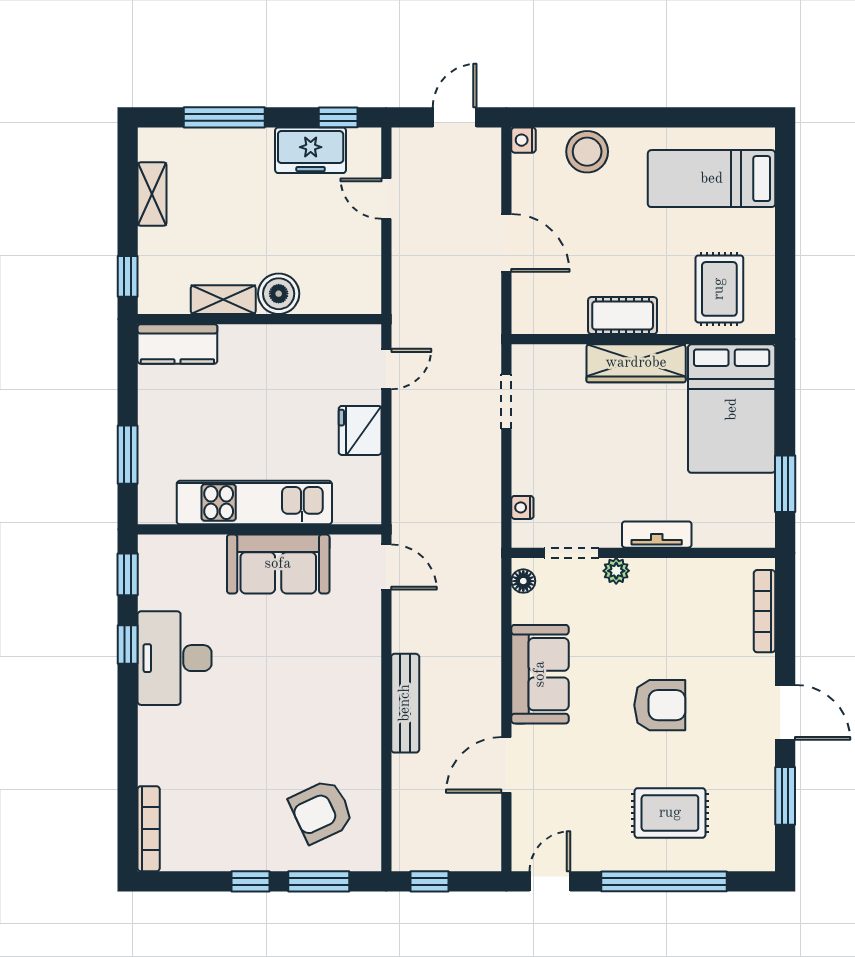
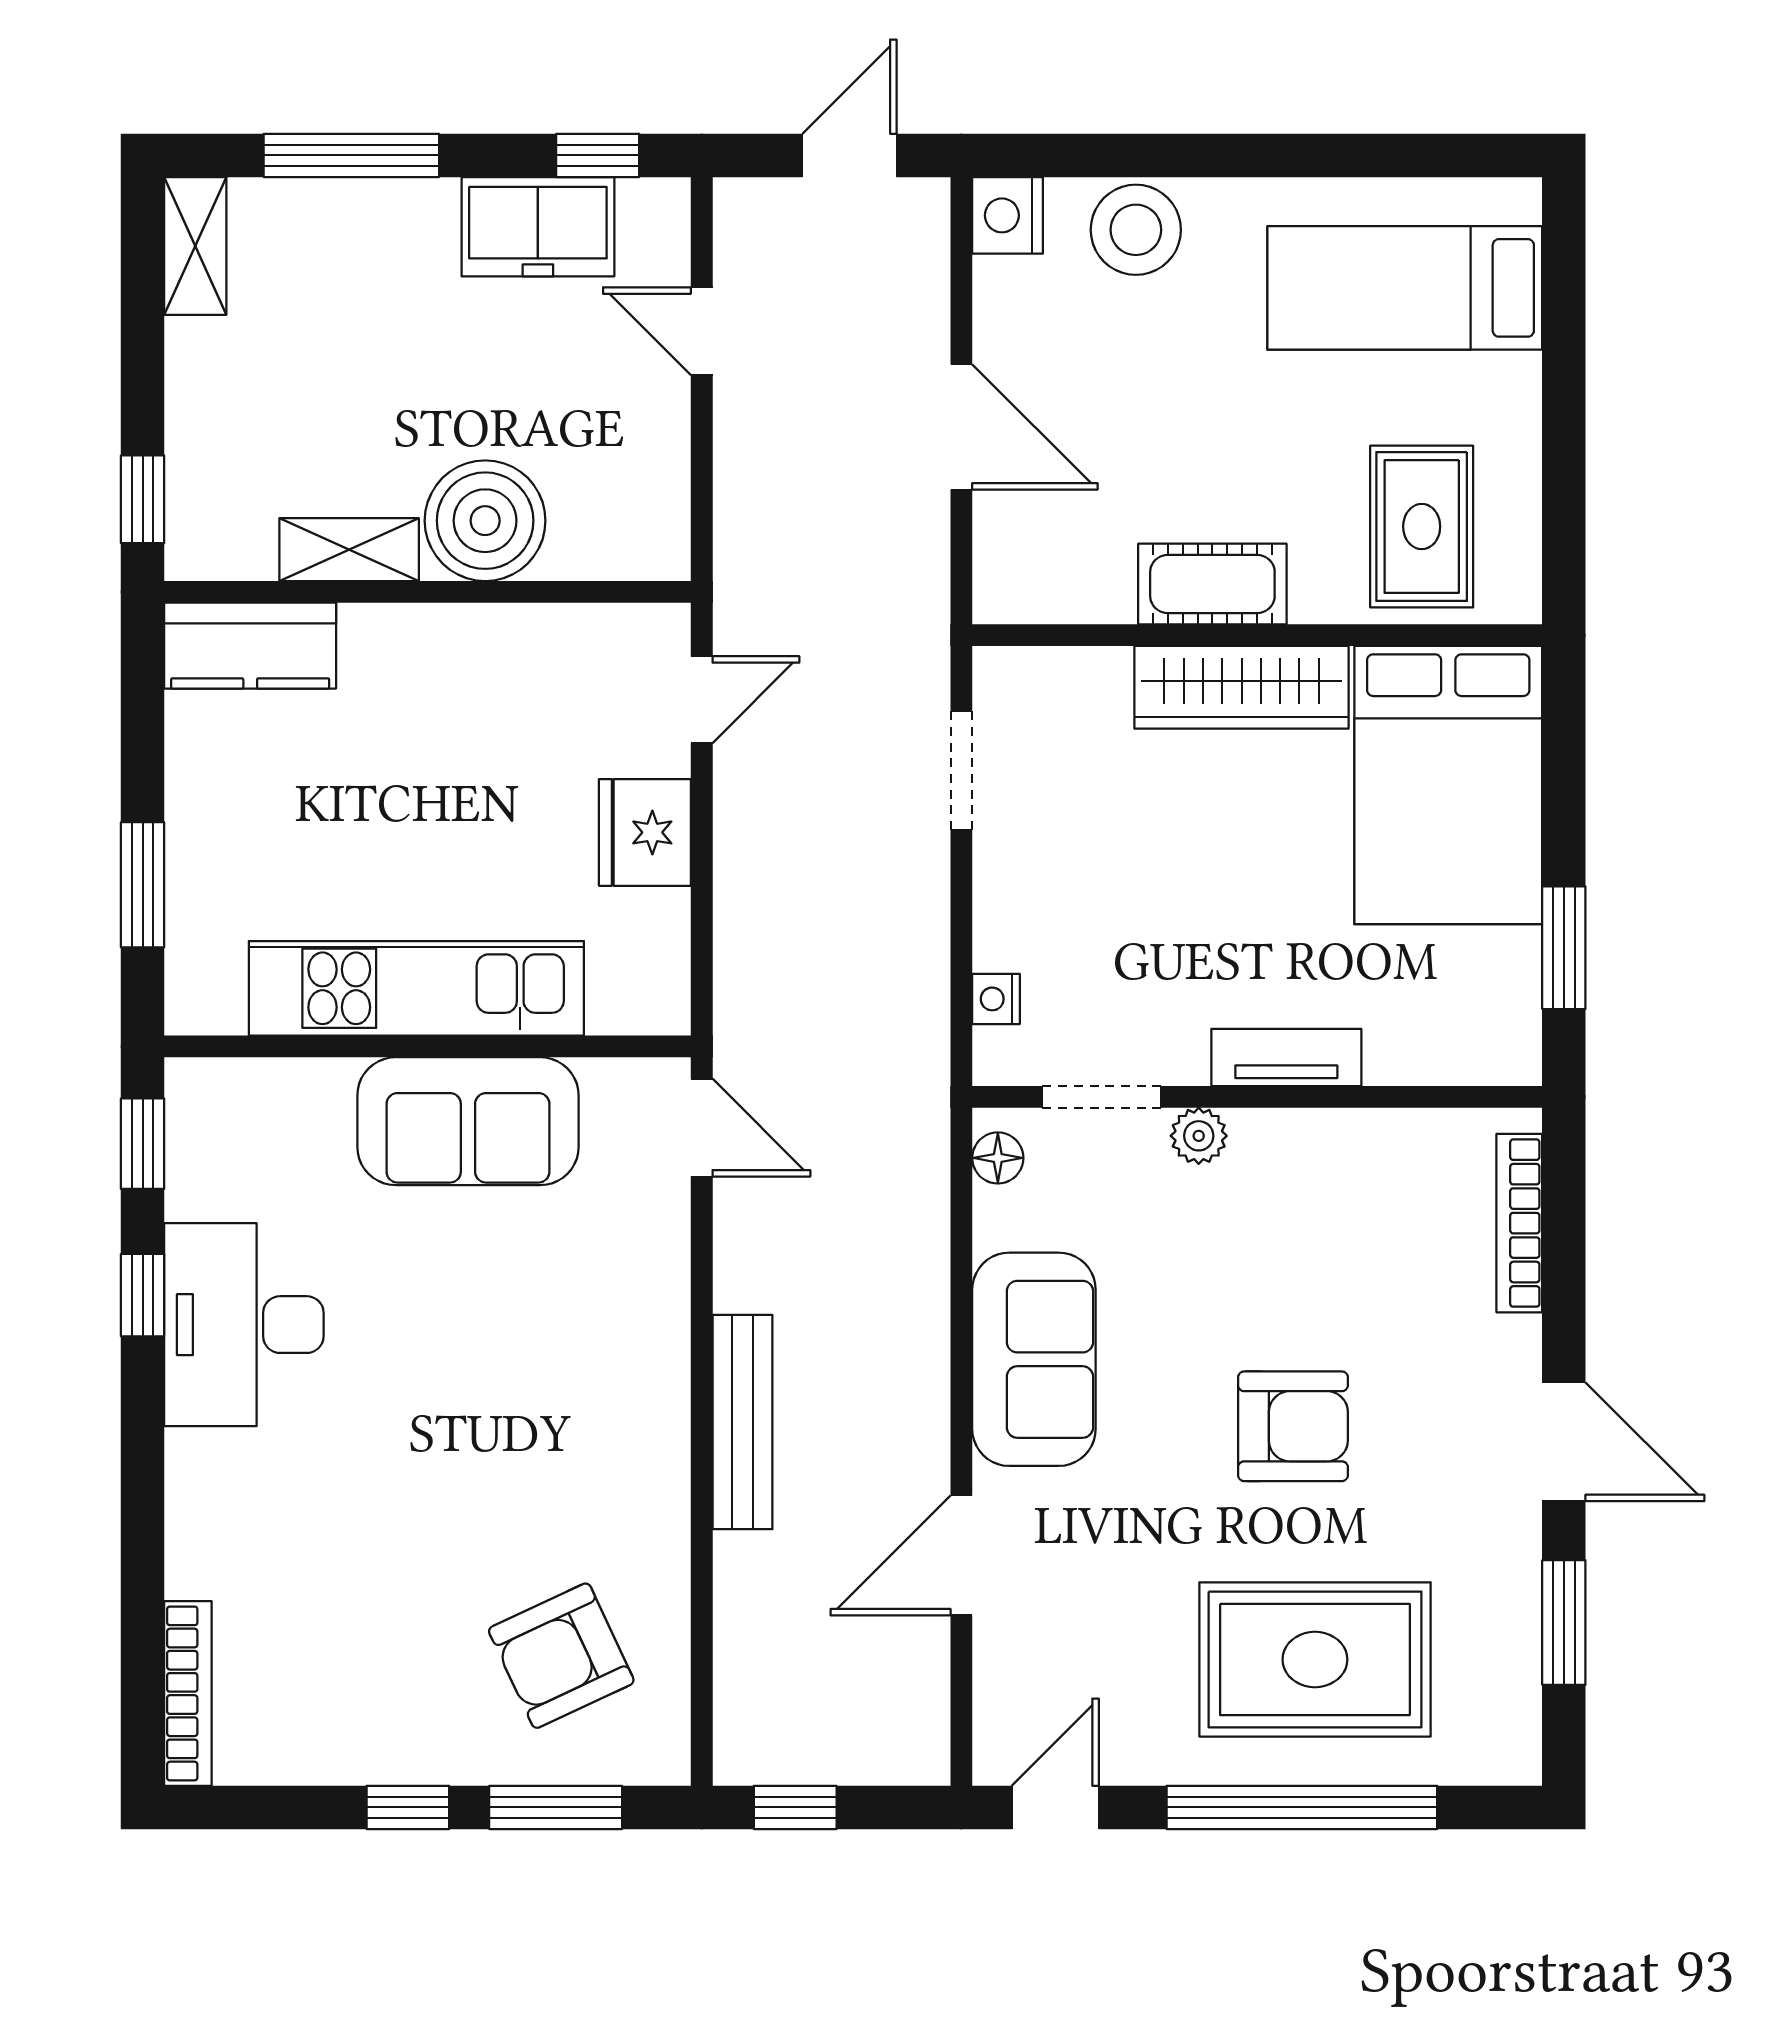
nightstand: (524, 140) -> (1008, 215), width x1.39, depth x1.35
shelving: (152, 194) -> (195, 246), moved
boiler: (279, 294) -> (485, 521), width x1.37, depth x1.37
rug: (670, 813) -> (1315, 1659), width x1.36, depth x1.43

